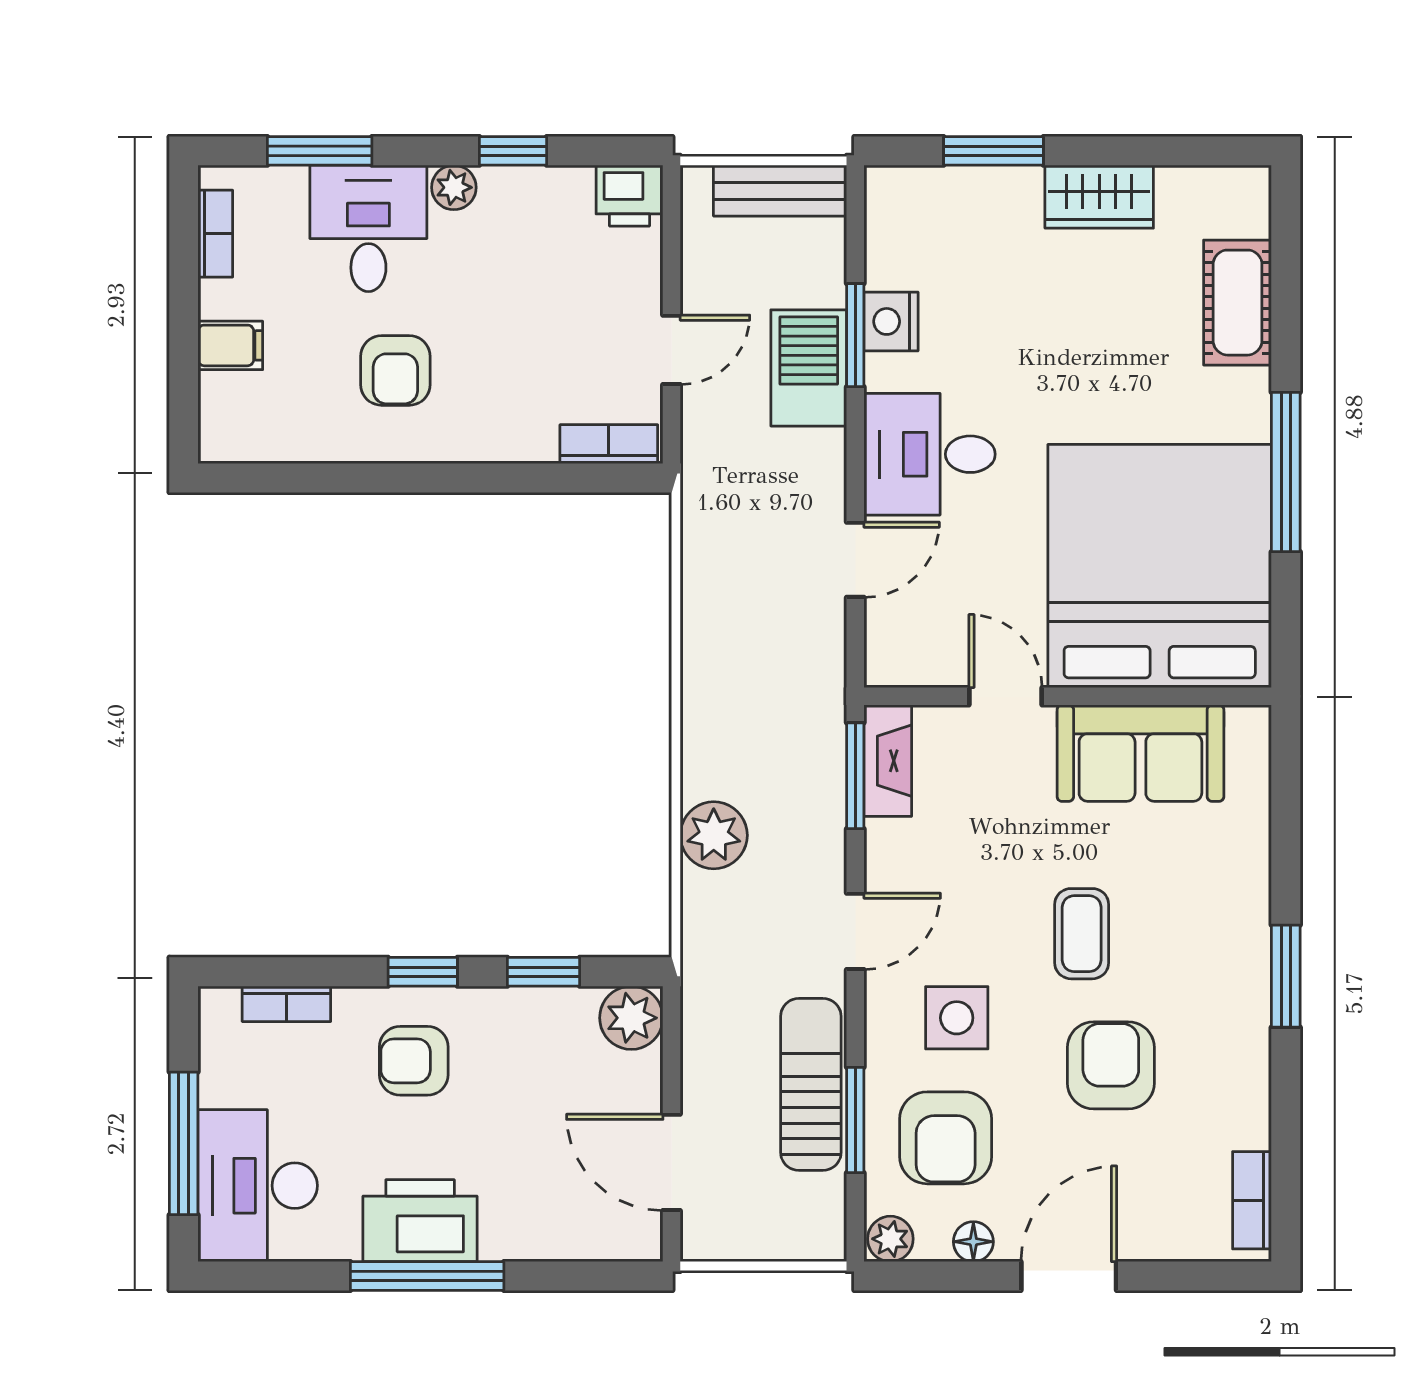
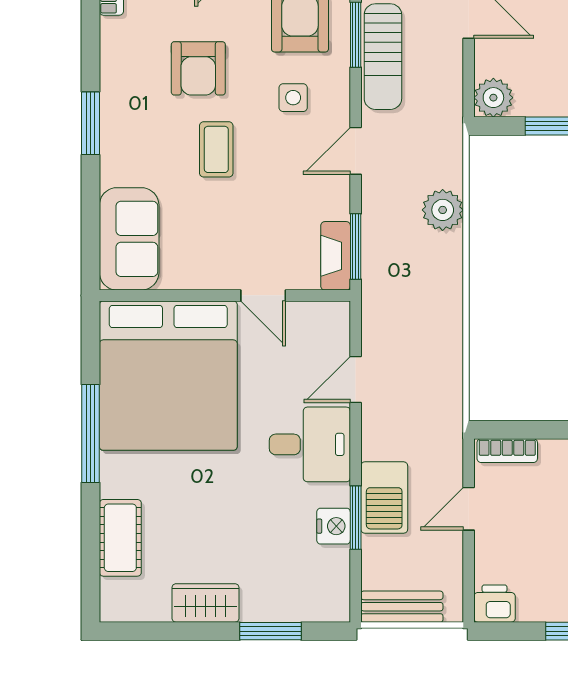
sofa: (1140, 753) -> (129, 239), moved, turned 90
side table: (957, 1018) -> (293, 98), width x0.73, depth x0.73

